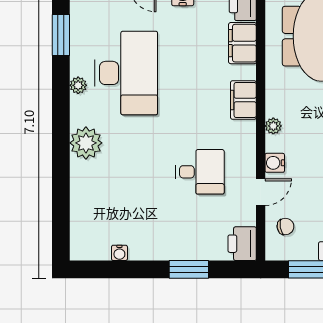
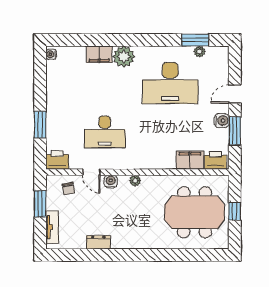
plant: (78, 85) -> (200, 51), moved
filing cabinet: (243, 100) -> (99, 54), moved, turned 180
desk: (200, 172) -> (105, 132), width x1.37
water cooler: (119, 253) -> (51, 54), moved

